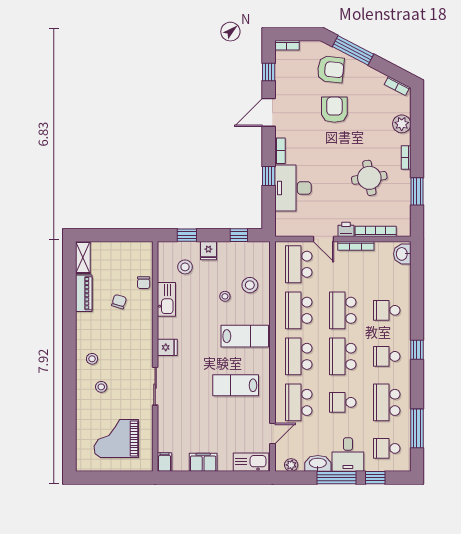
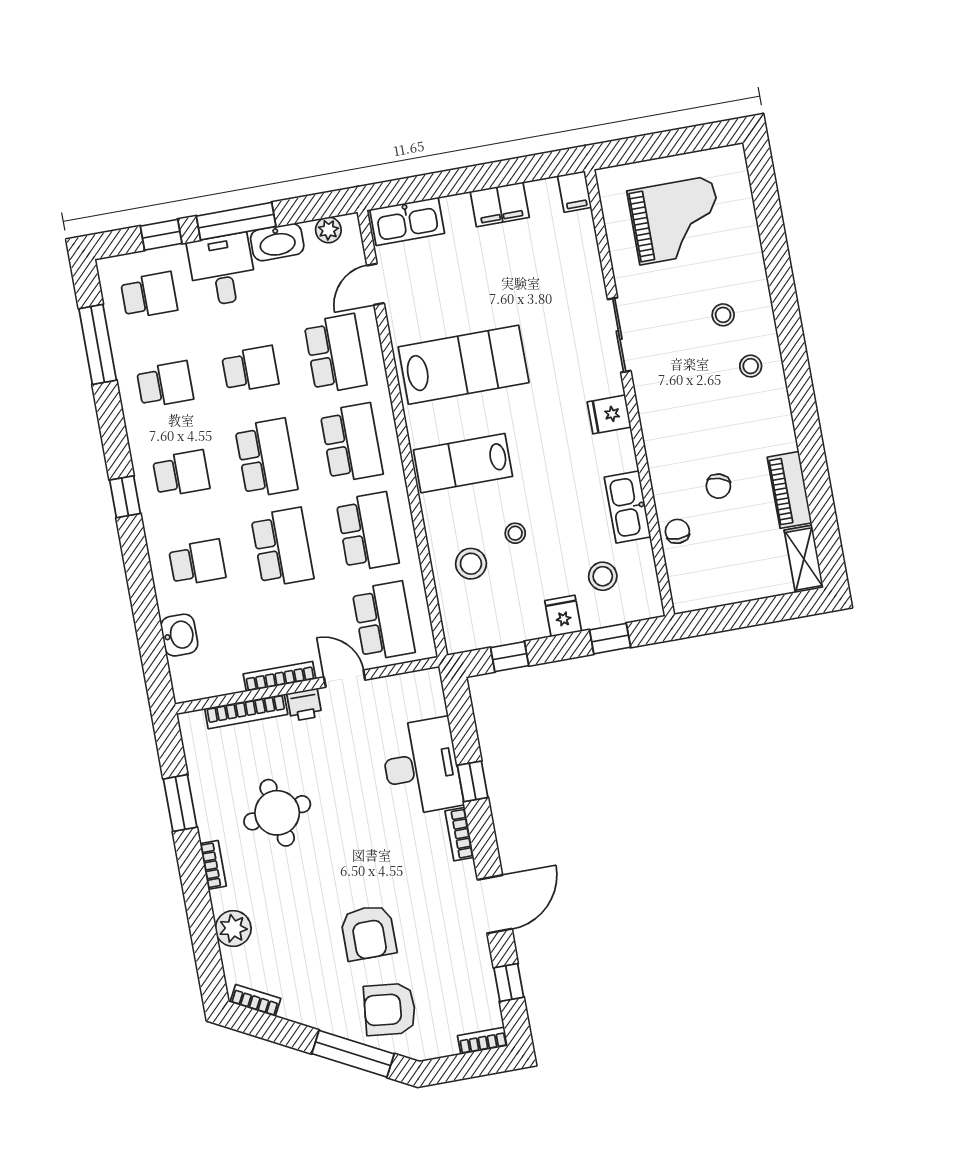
washbasin: (402, 254) -> (179, 635), moved
lab bench: (236, 385) -> (464, 365), width x1.36, depth x1.39
school desk: (387, 402) -> (165, 384), width x0.54

